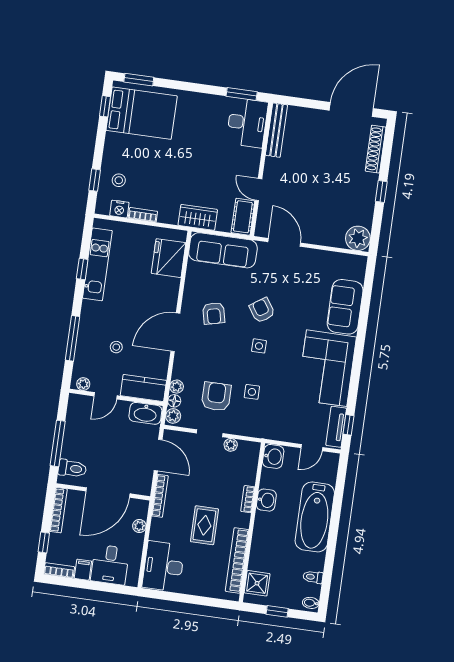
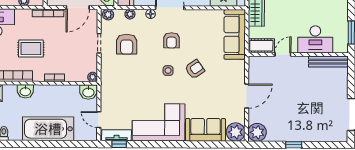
desk: (247, 123) -> (315, 39), moved
shoe rack: (376, 149) -> (324, 136), removed
door: (284, 242) -> (247, 96), moved
plant: (354, 267) -> (236, 132), added
armchair: (214, 313) -> (171, 40), moved, turned -77
side table: (252, 392) -> (134, 70), removed
armchair: (216, 397) -> (127, 44), turned 90
floor lamp: (174, 401) -> (151, 14), moved
plant: (231, 445) -> (93, 77), moved
washbasin: (266, 500) -> (25, 91), moved

